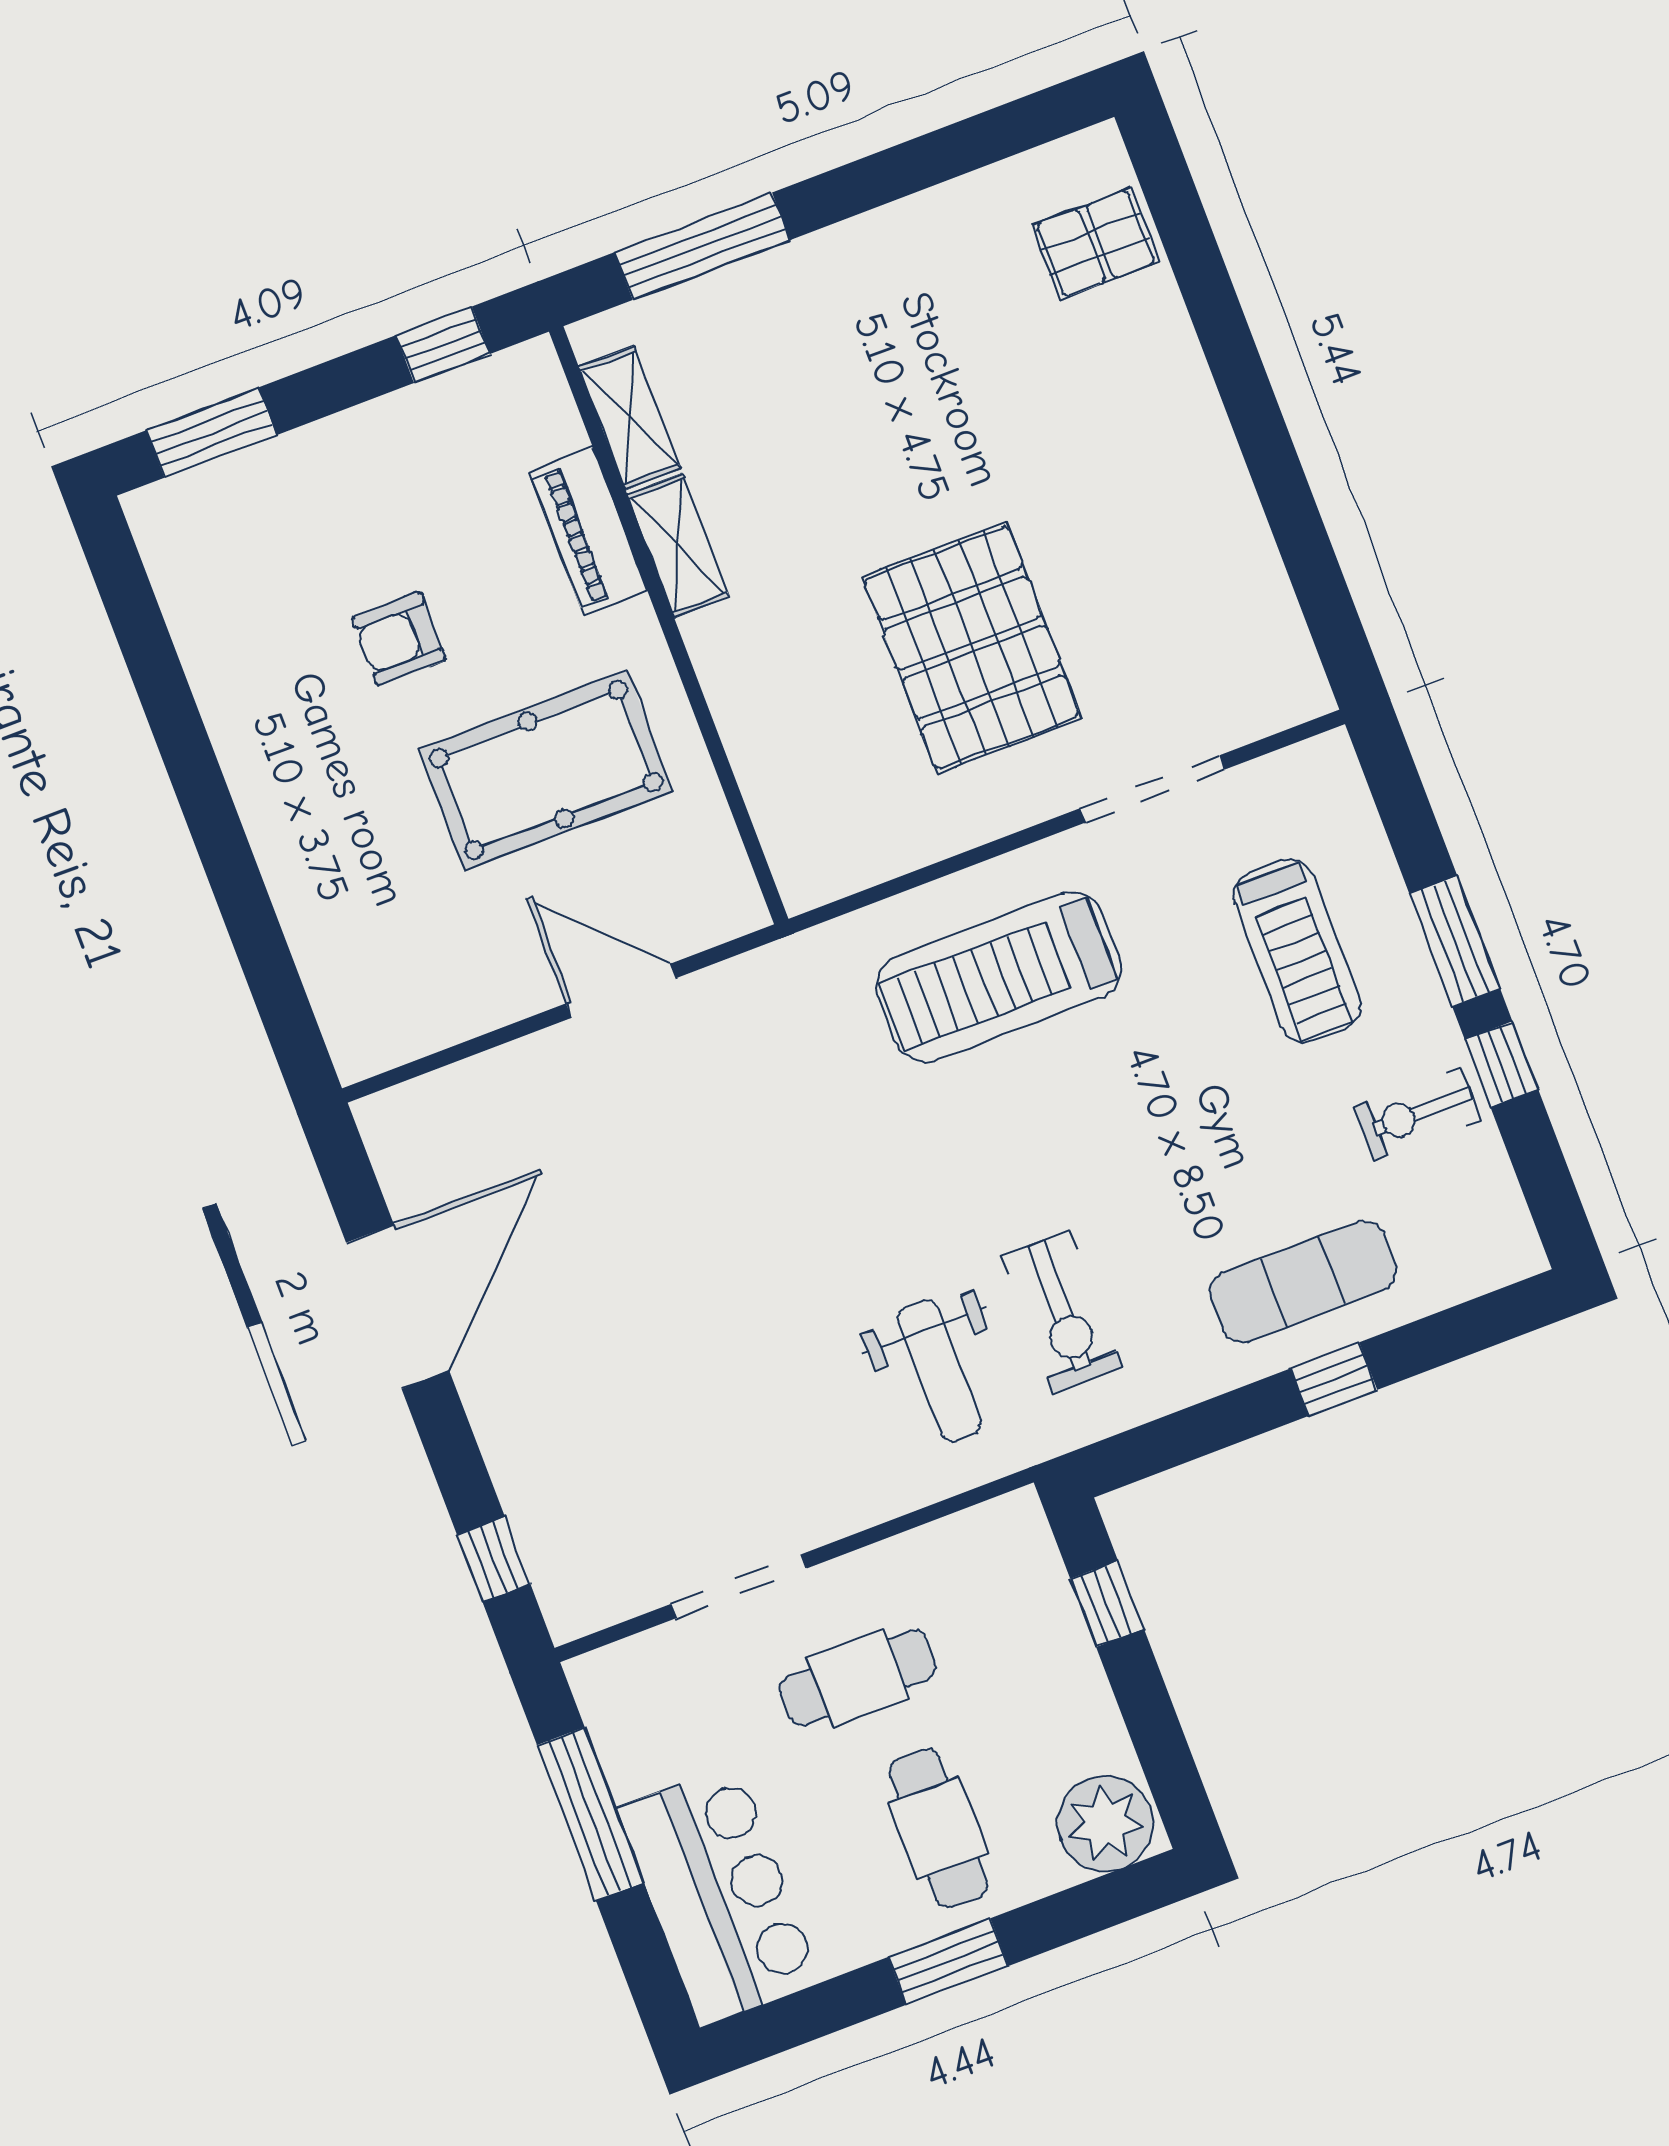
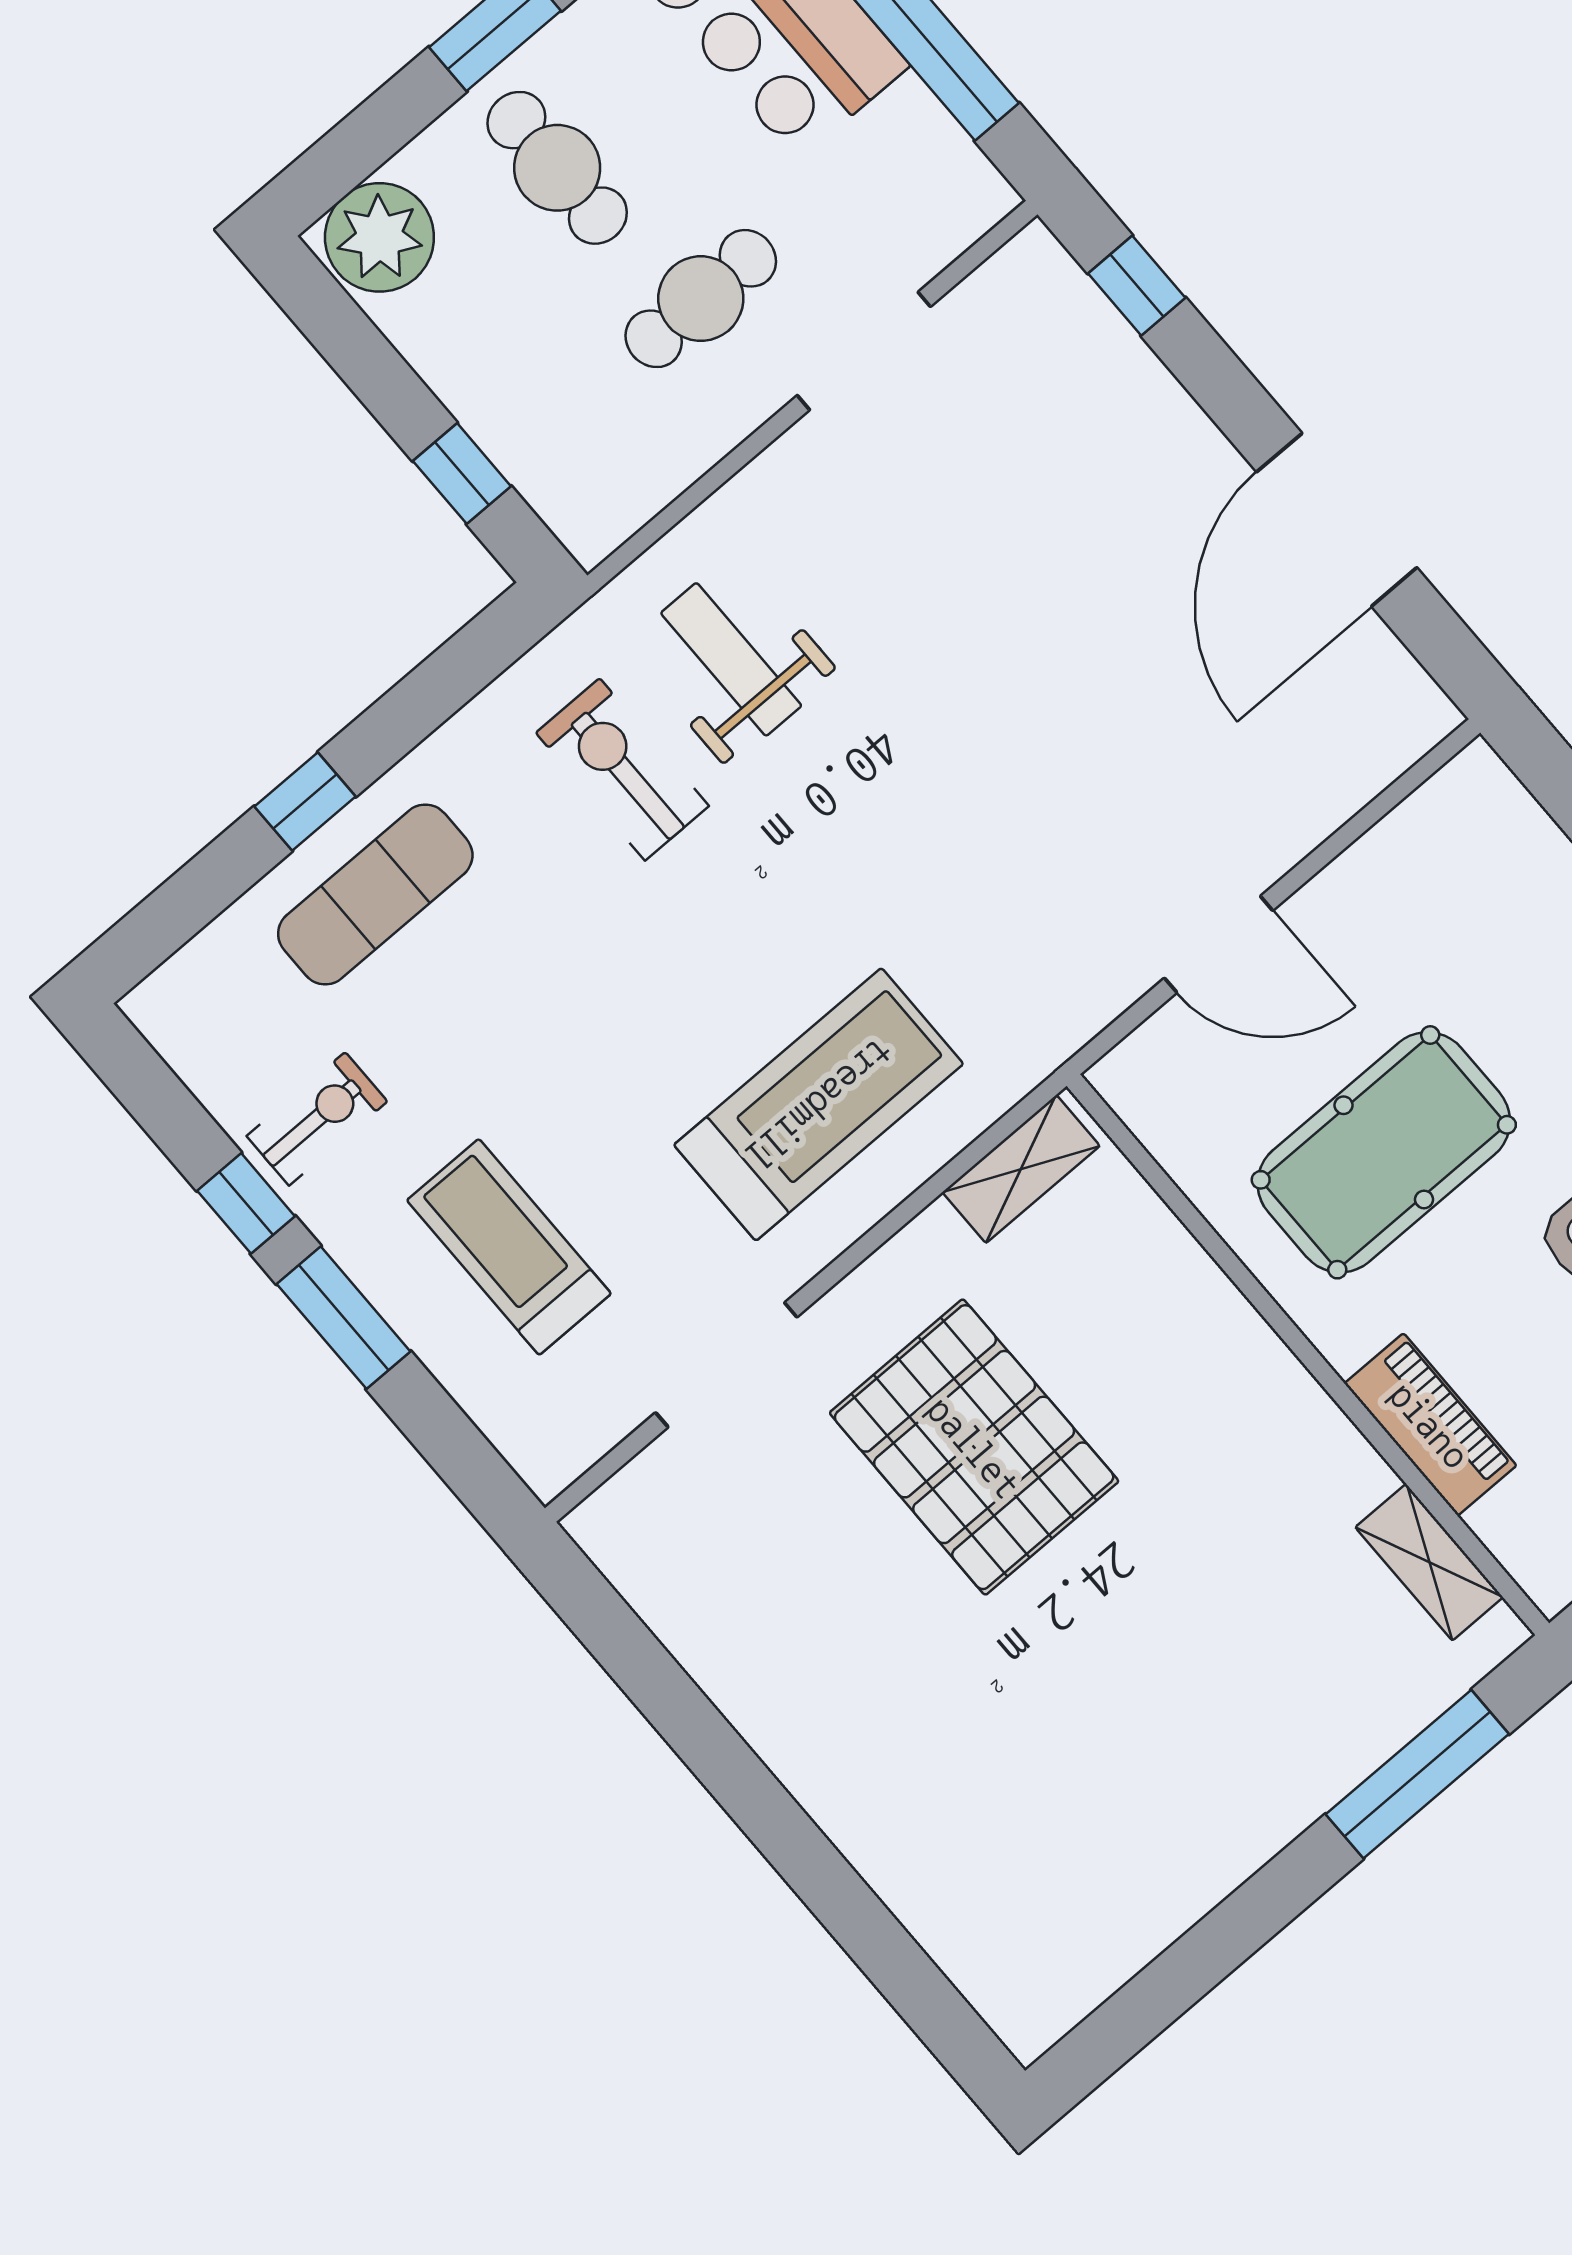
pallet: (1096, 244) -> (997, 1928), removed
shelving: (678, 546) -> (1021, 1169), moved, turned 90

